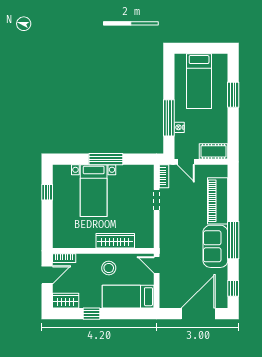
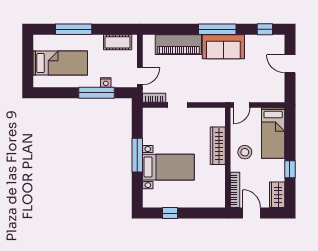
window: (233, 95) -> (74, 29), width x1.44
cot: (213, 151) -> (118, 42), moved, turned 90
bookcase: (64, 258) -> (235, 190), width x1.56
door: (198, 314) -> (290, 64), width x0.53

